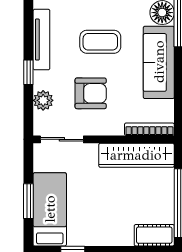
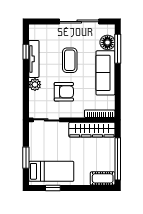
coffee table: (100, 42) -> (70, 60), turned 90
window: (28, 72) -> (26, 52), moved
plant: (43, 100) -> (35, 85), moved
bed: (50, 209) -> (51, 171), moved, turned 90

